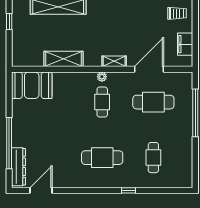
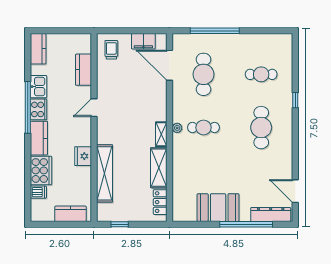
locker: (30, 60) -> (160, 202), added
shelving: (114, 61) -> (161, 134), moved
door: (149, 69) -> (169, 65), moved
booth: (32, 85) -> (218, 208), moved, turned 90

